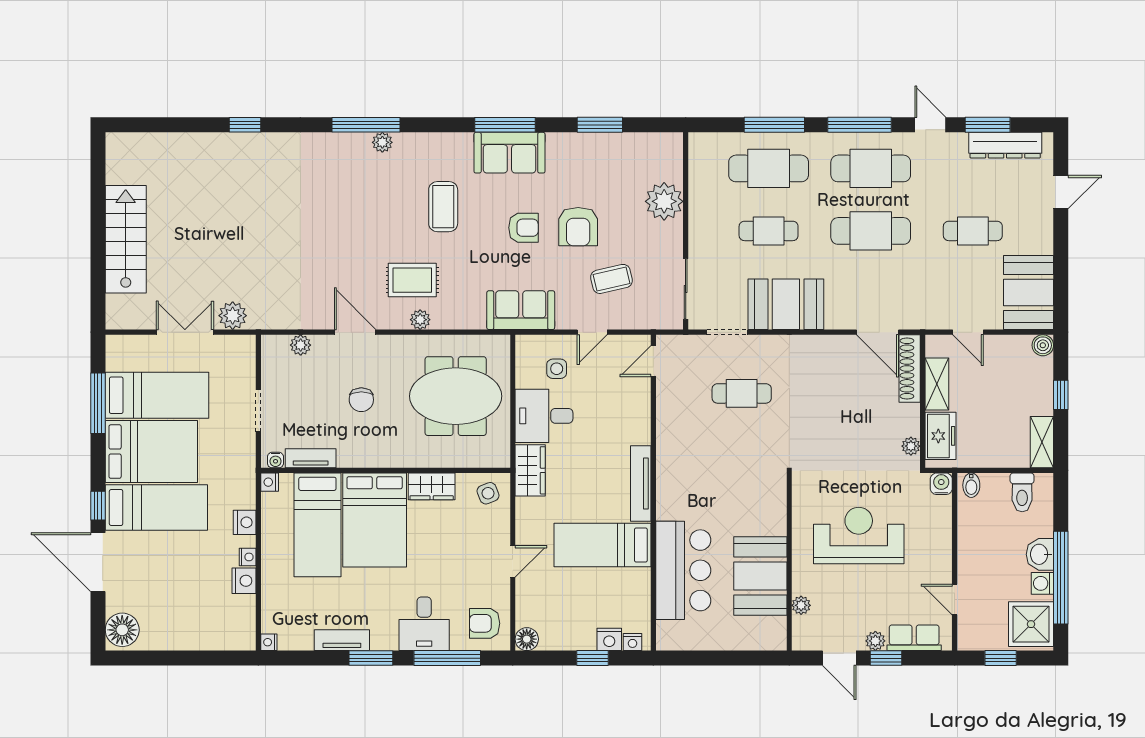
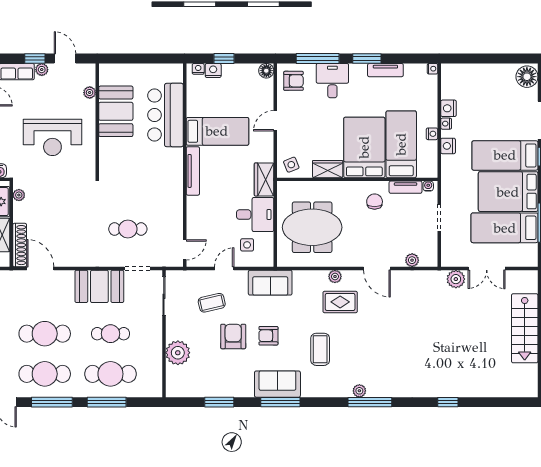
chair: (361, 400) -> (375, 202), moved
nightstand: (270, 482) -> (432, 134), moved

